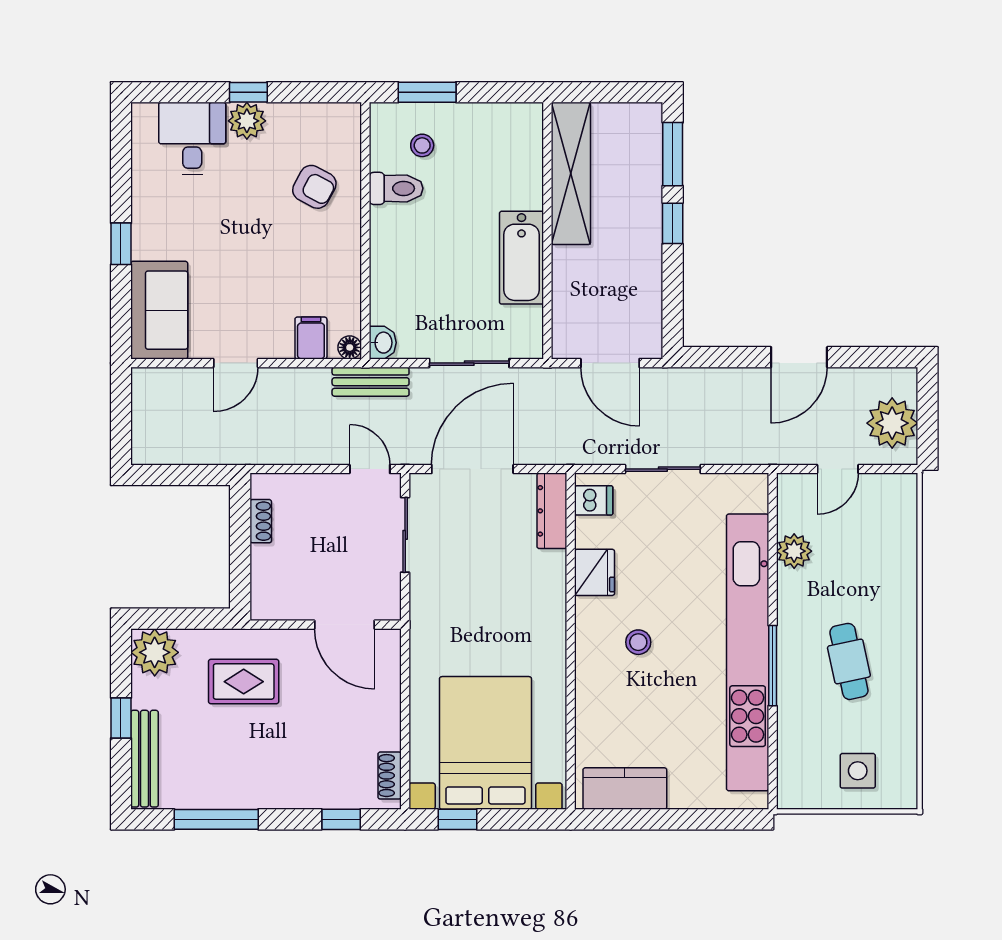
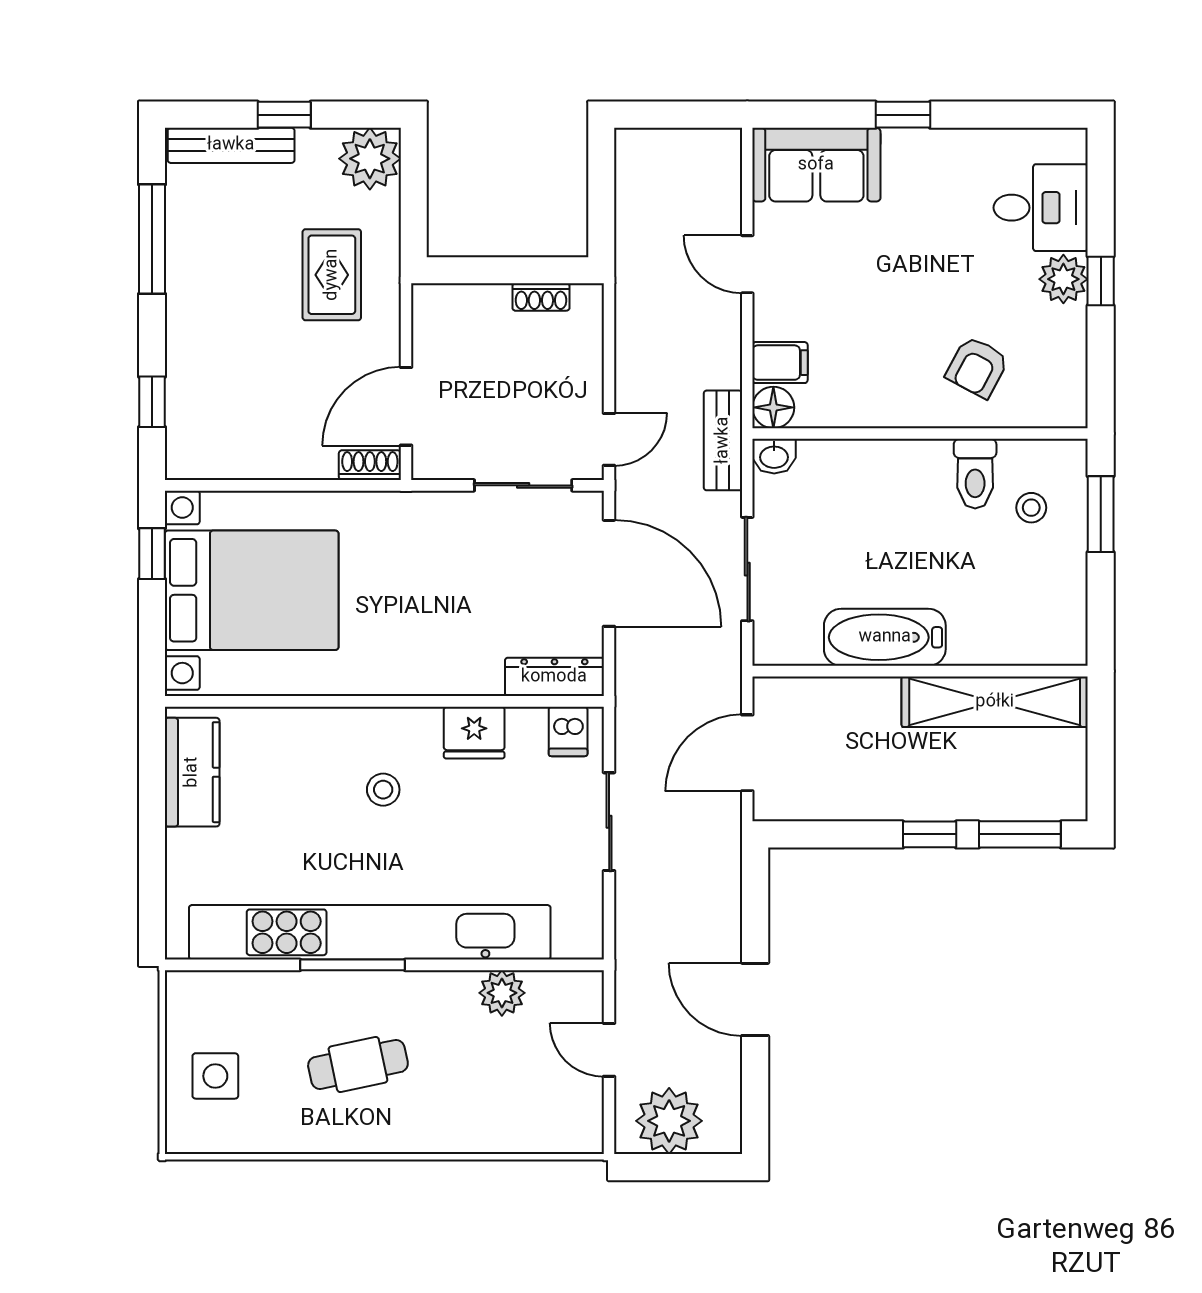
floor lamp: (350, 347) -> (773, 407), width x1.37, depth x1.37
shoe rack: (390, 776) -> (370, 465), moved

